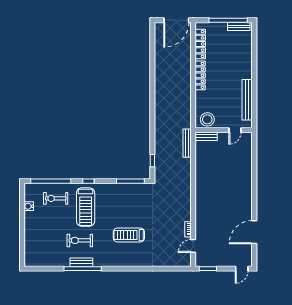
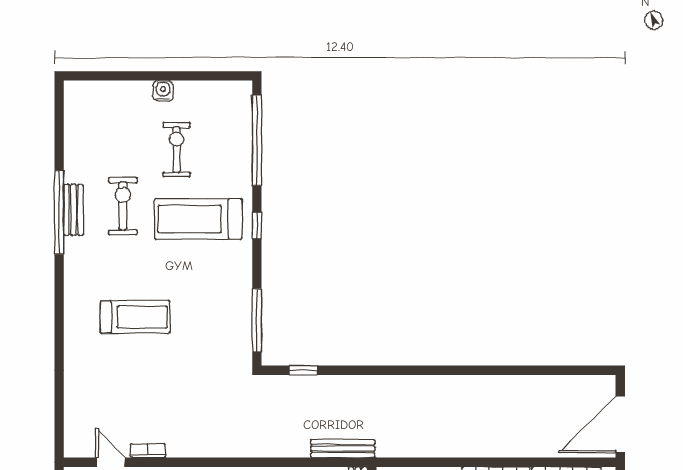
door: (176, 20) -> (620, 424), hinge flipped
exercise bike: (56, 198) -> (176, 150), moved
water cooler: (29, 206) -> (163, 91), moved
treadmill: (129, 235) -> (135, 317), turned 90

